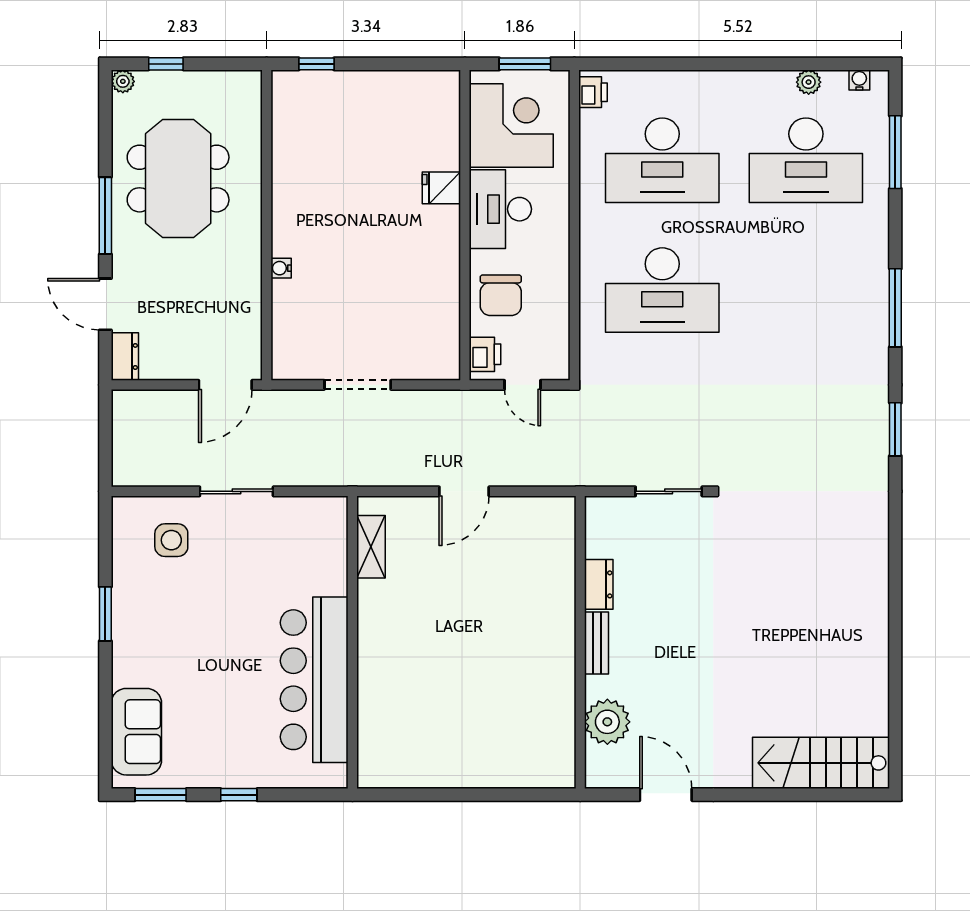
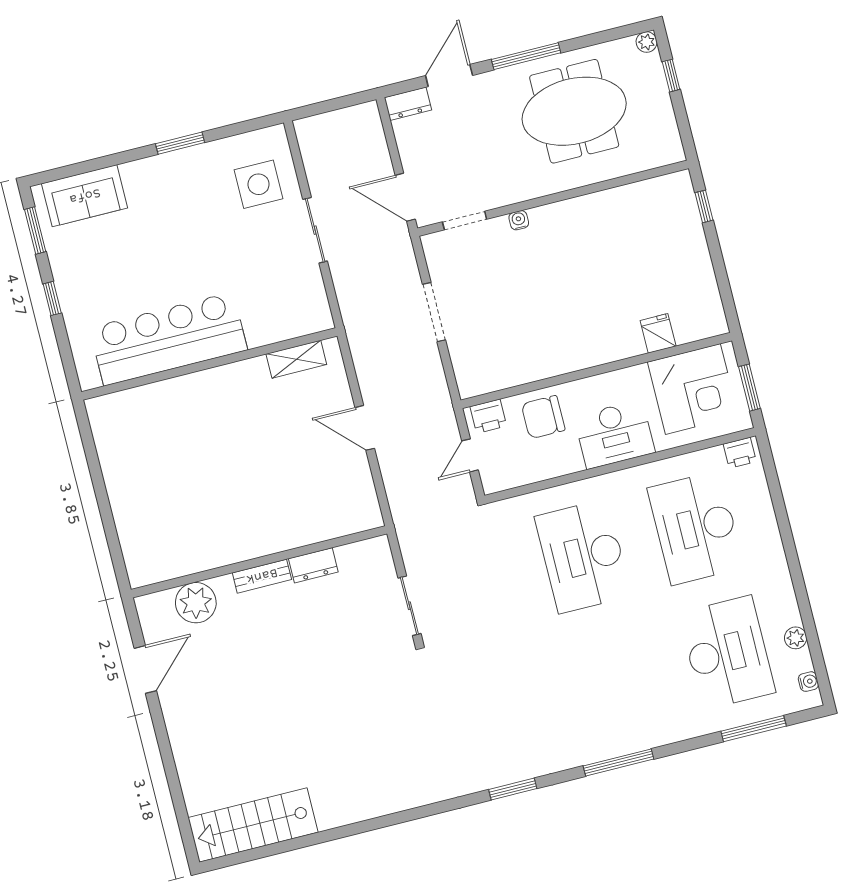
desk: (806, 160) -> (727, 653), turned 180
fridge: (441, 188) -> (658, 333), moved
desk: (500, 209) -> (614, 434), moved, turned 180
doorway: (267, 327) -> (465, 221), added
side table: (171, 540) -> (259, 184), width x1.37, depth x1.37
stairs: (821, 763) -> (253, 825), moved, turned -90

